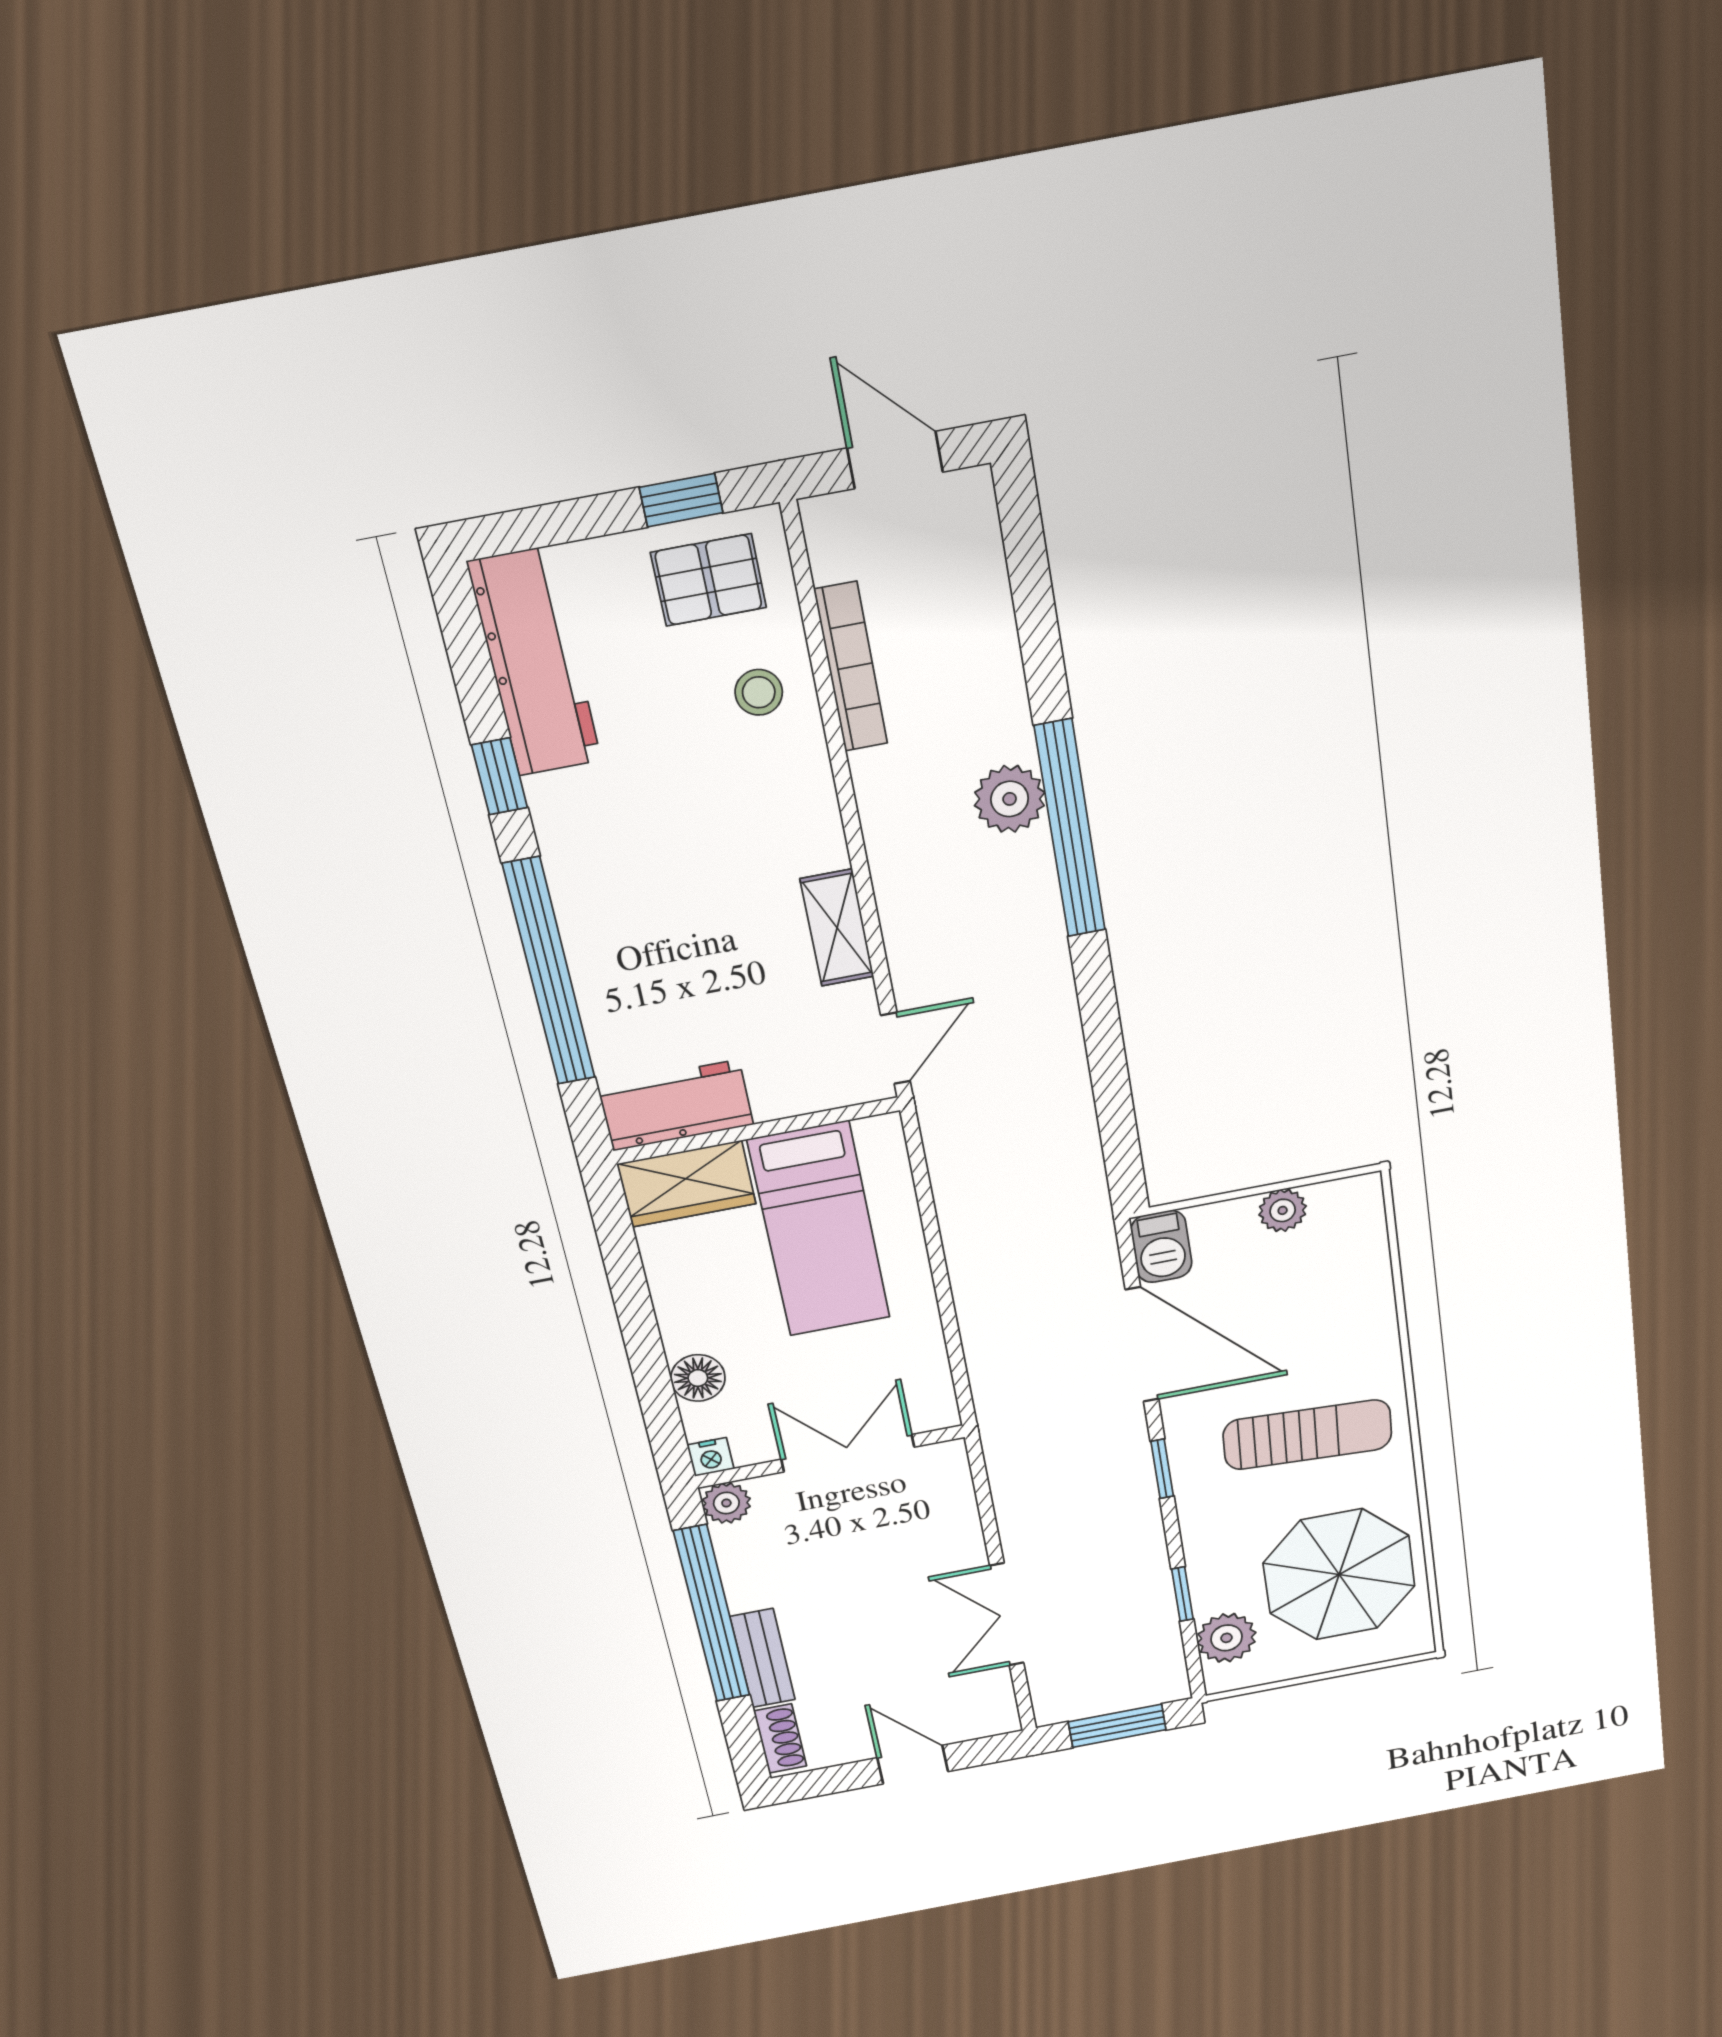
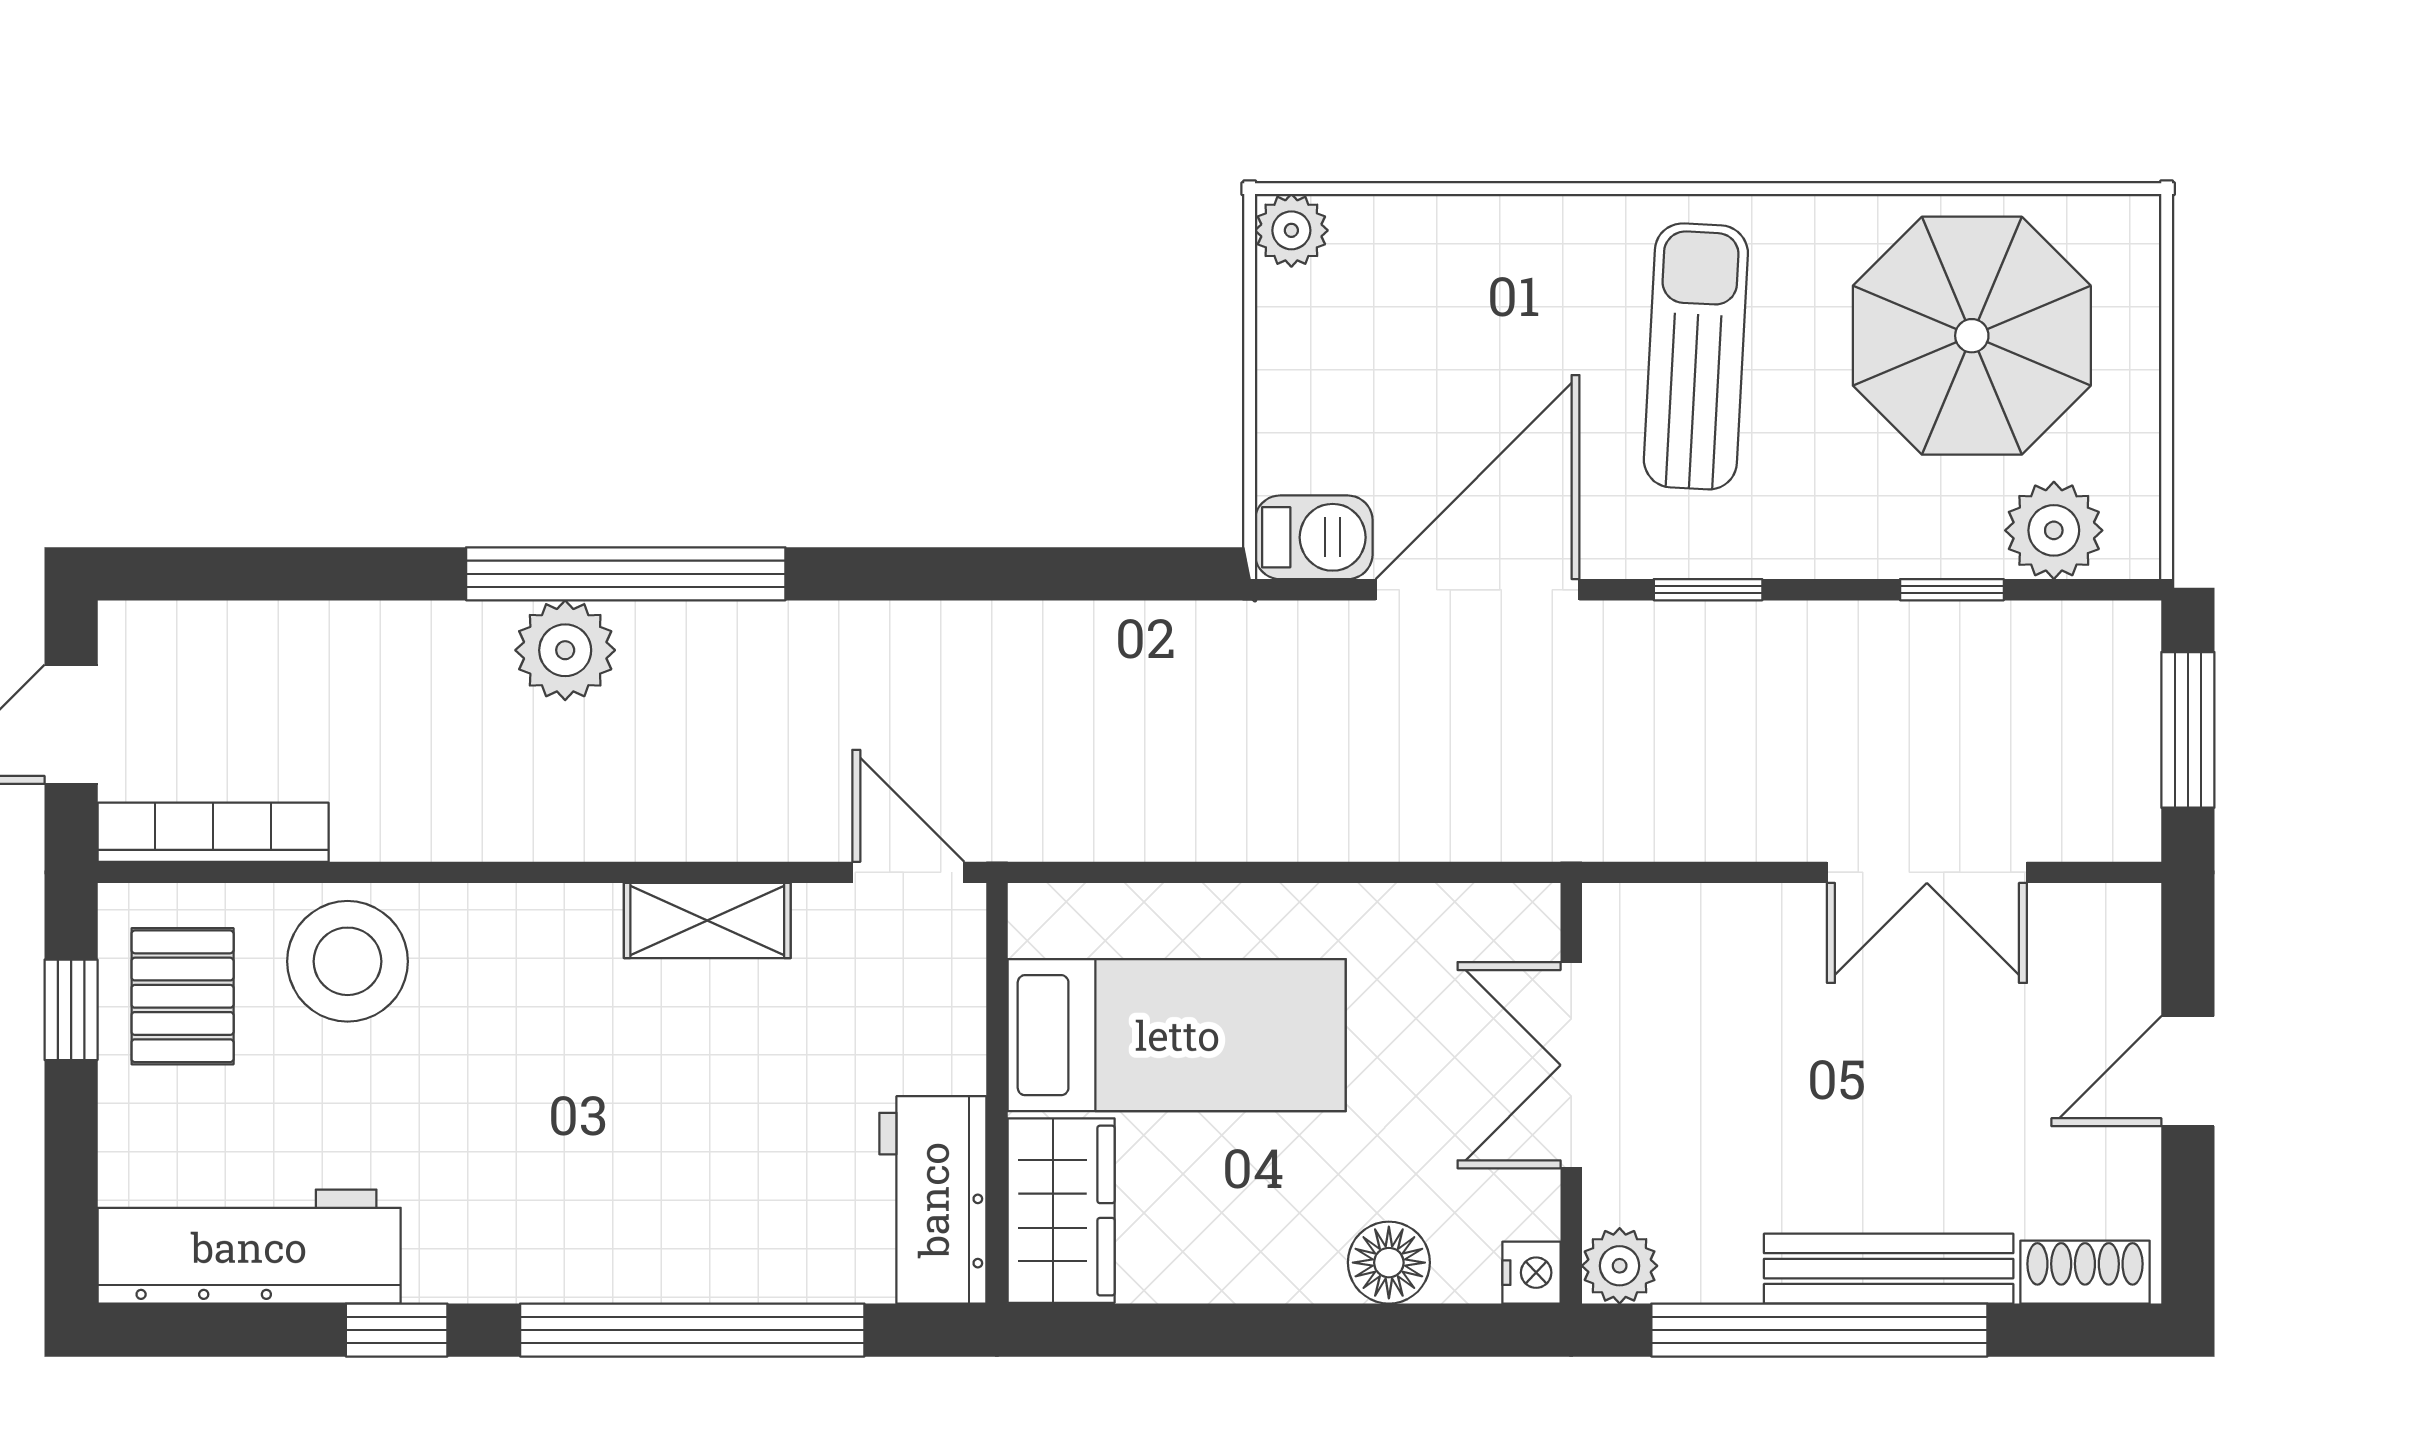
bookcase: (851, 667) -> (213, 832), moved
stool: (759, 692) -> (348, 961), width x1.89, depth x1.89
plant: (1283, 1210) -> (1291, 230), moved
bench: (763, 1658) -> (1889, 1269), width x1.36

